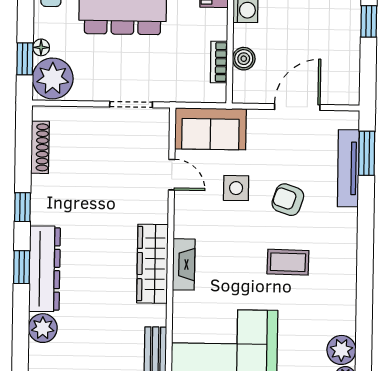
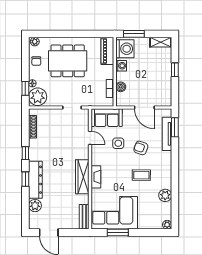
door: (297, 107) -> (144, 108), swing flipped
plant: (341, 350) -> (165, 195), moved

